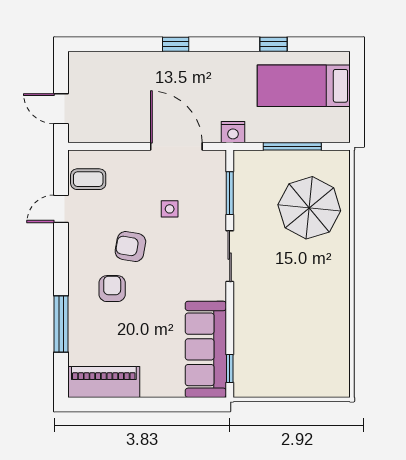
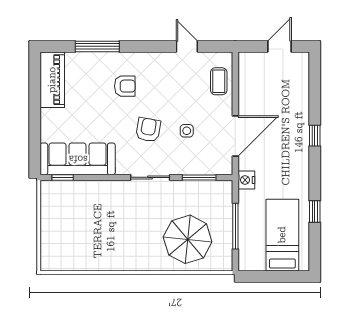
door: (61, 109) -> (280, 46), moved
coffee table: (88, 179) -> (219, 81), moved
armchair: (130, 247) -> (148, 130), moved

